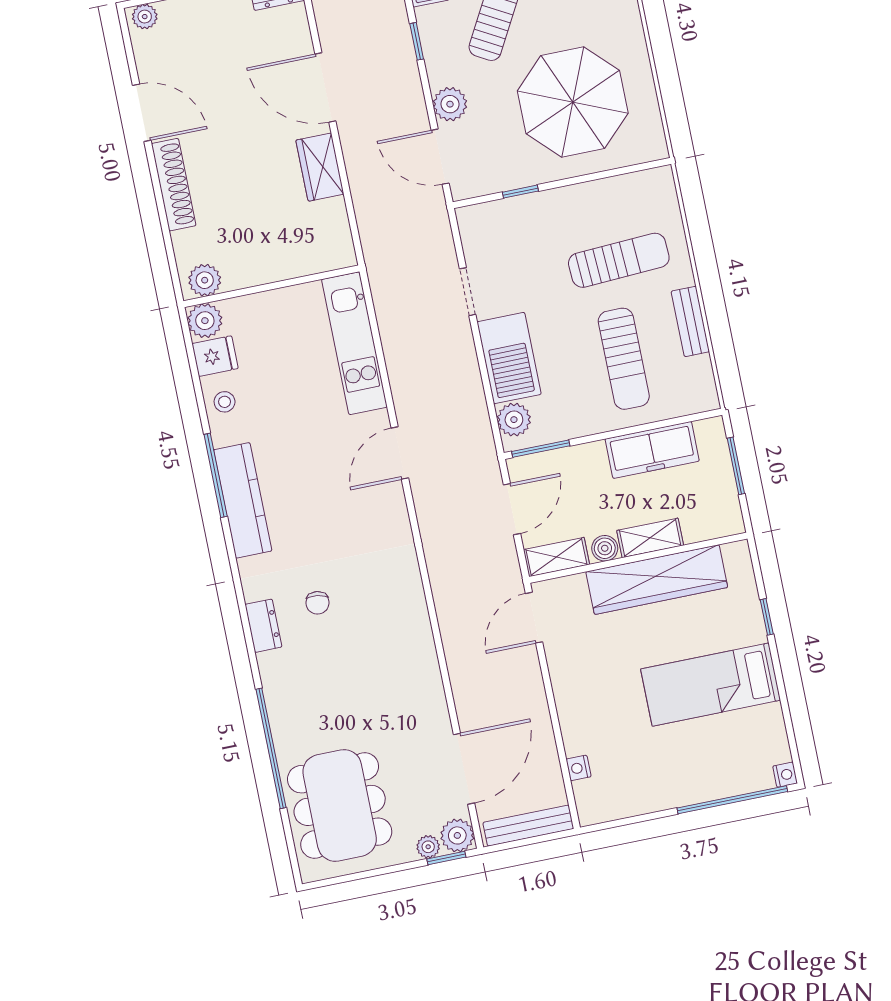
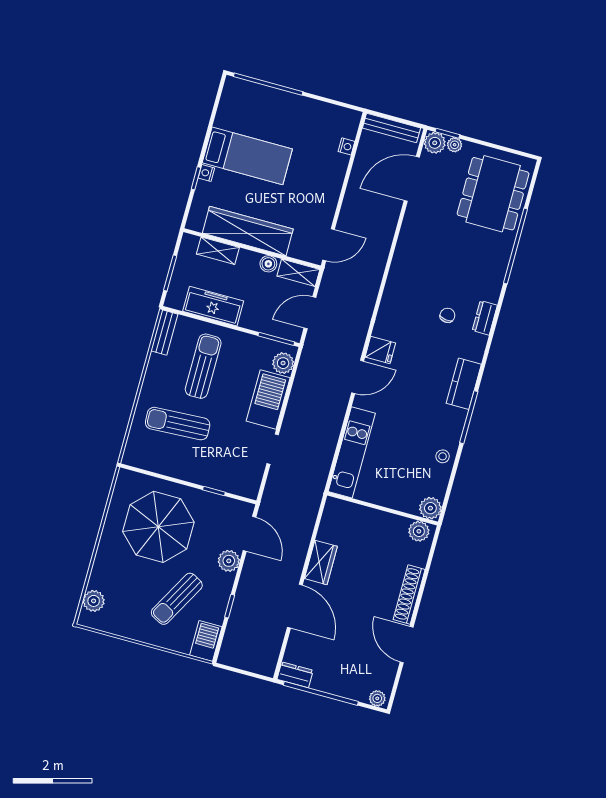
bench: (690, 321) -> (164, 333), moved
fridge: (215, 356) -> (380, 350), moved, turned 180
kitchen counter: (243, 500) -> (464, 384), width x0.67
shelving: (650, 538) -> (218, 251), moved
nightstand: (785, 775) -> (206, 173), moved

